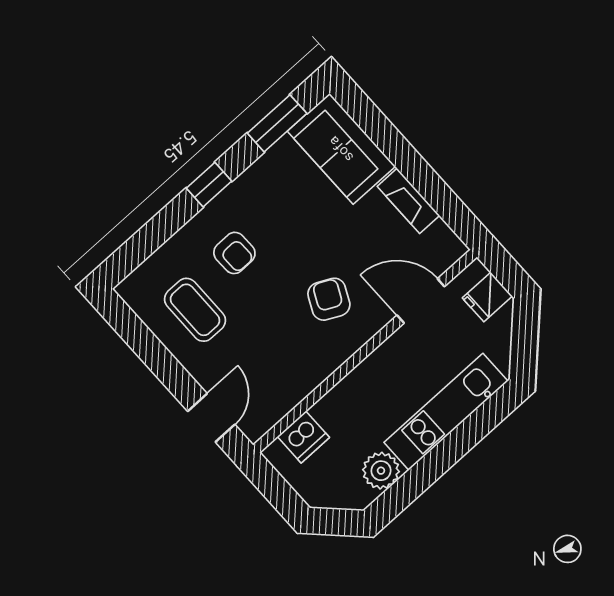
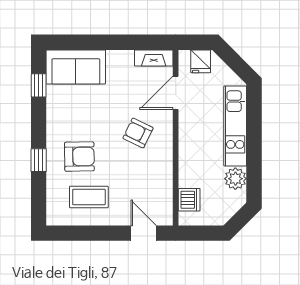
window: (277, 123) -> (39, 85), width x0.67
window: (209, 185) -> (39, 160), moved
fireplace: (408, 201) -> (154, 58), moved
armchair: (234, 253) -> (79, 157), width x1.38, depth x1.38

